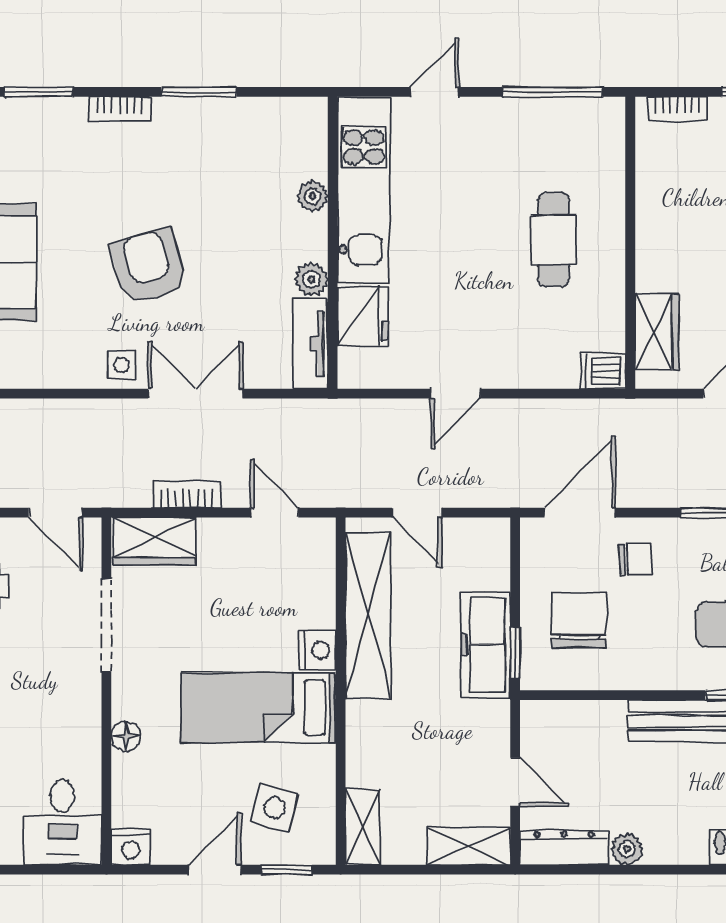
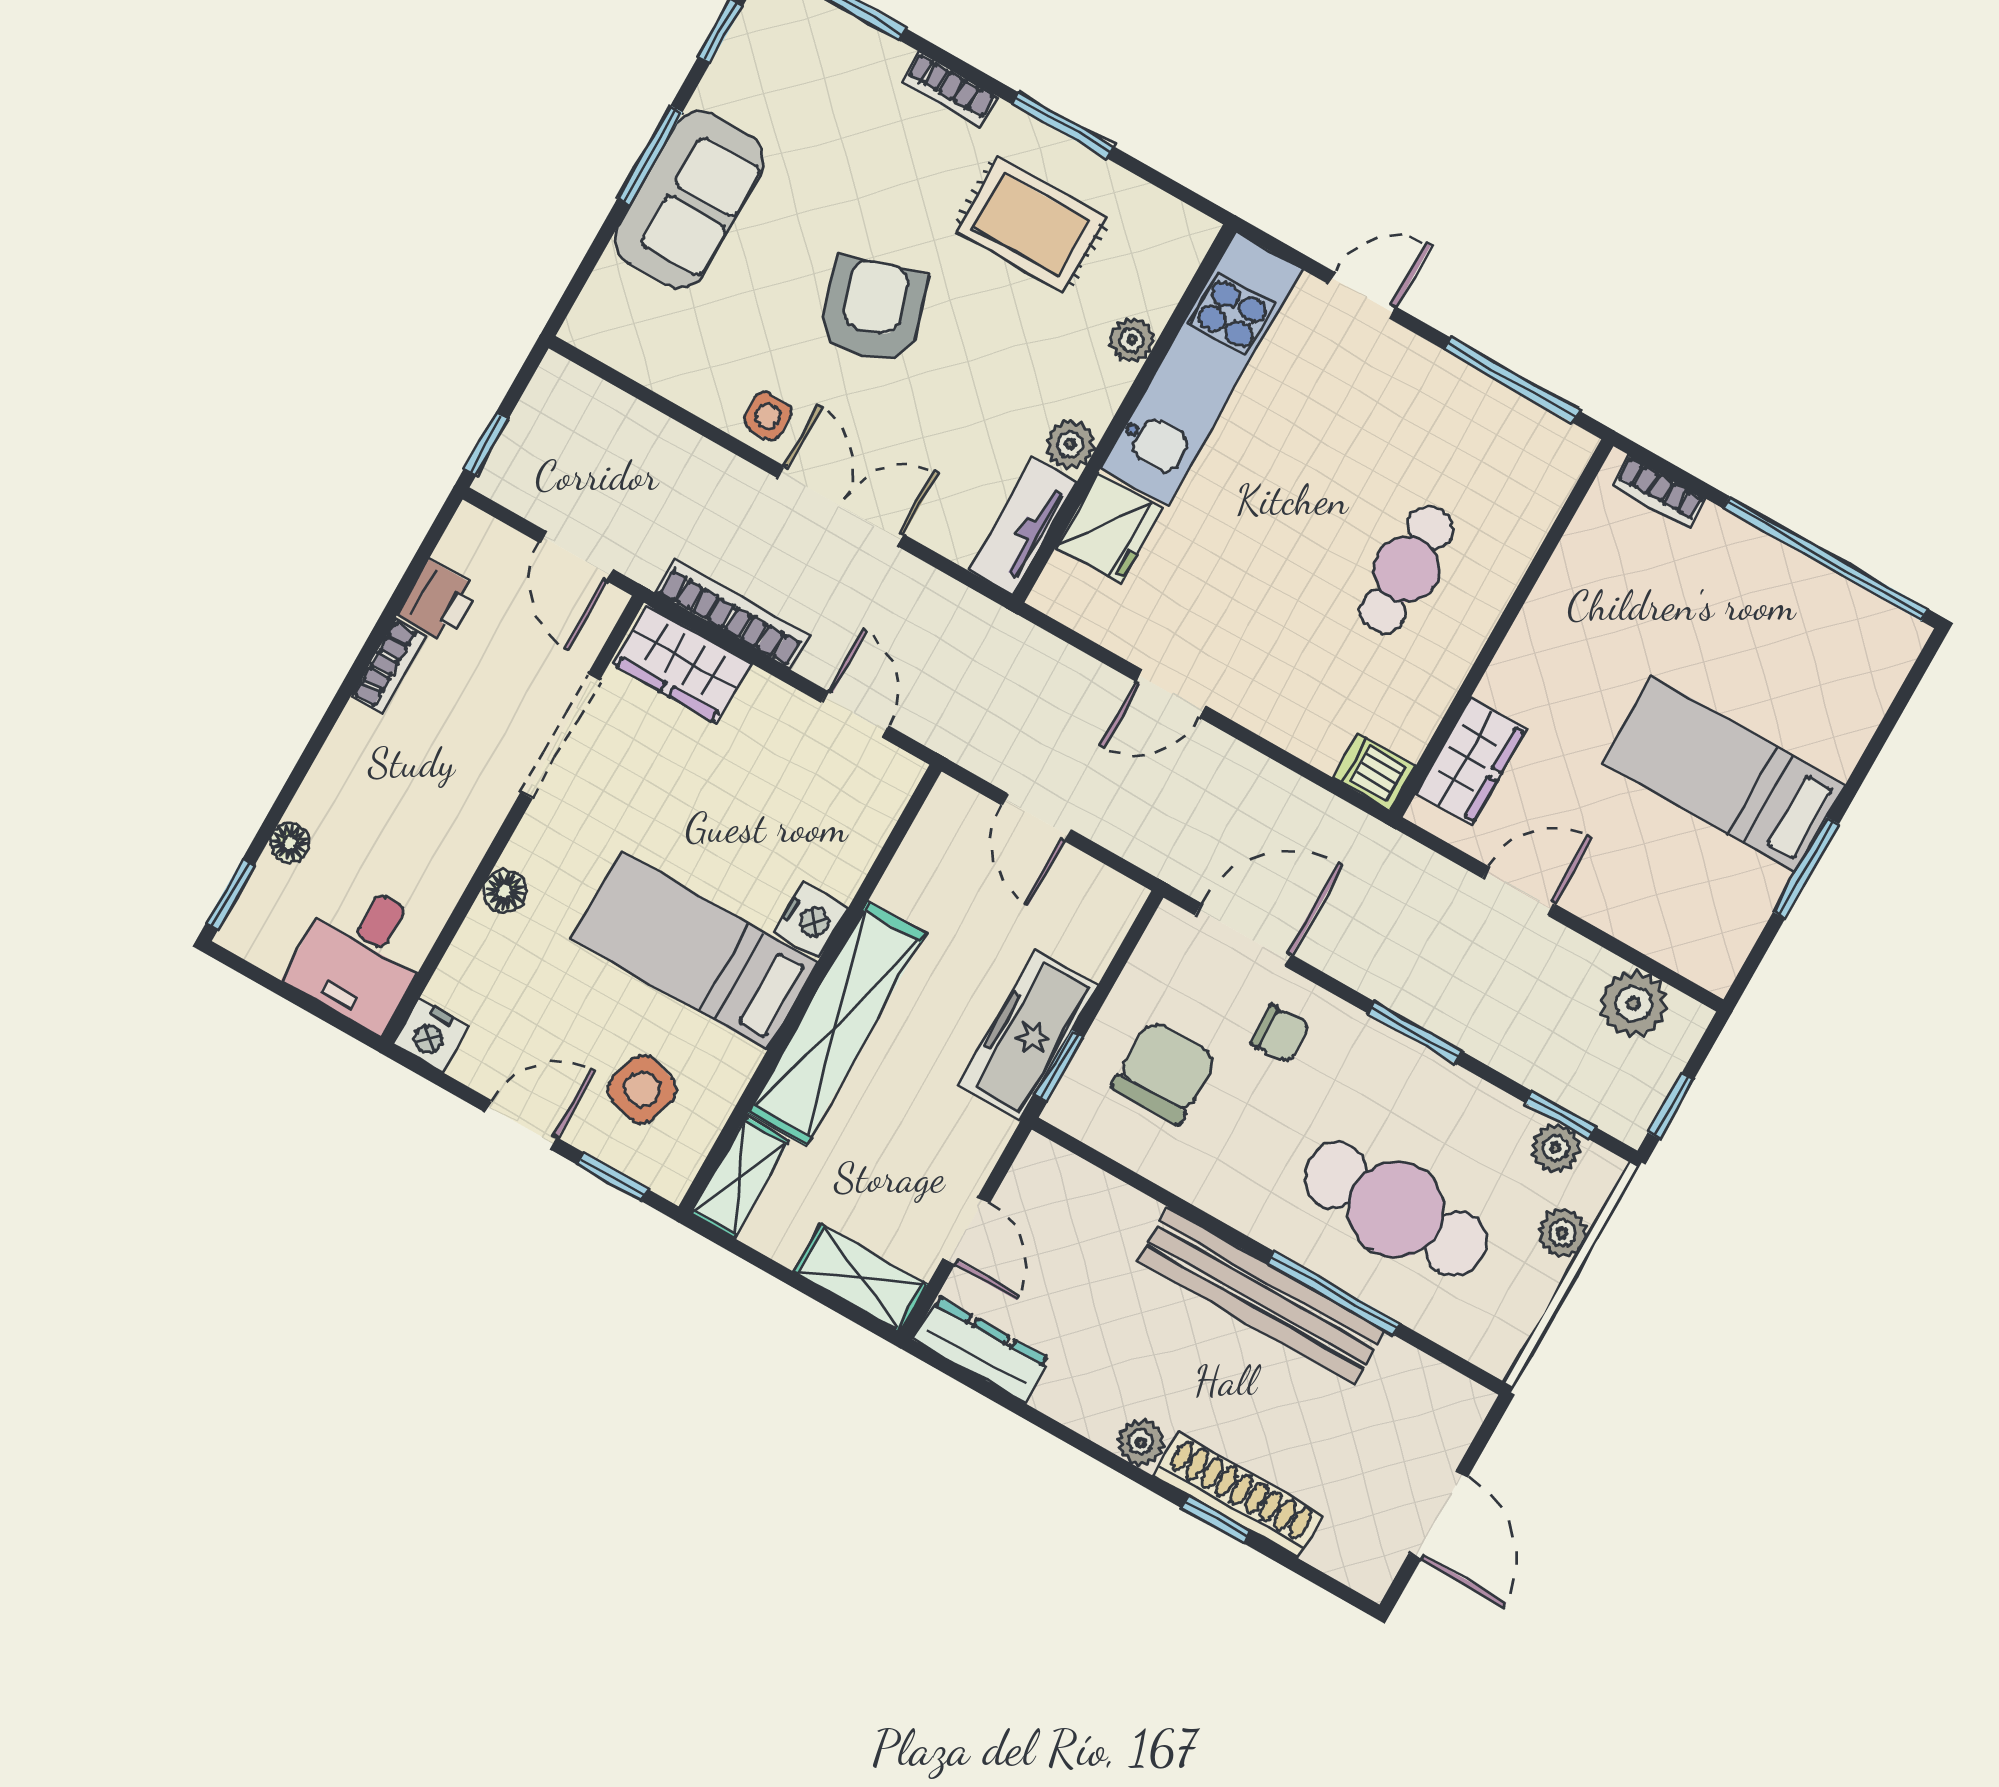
rug: (213, 162) -> (1031, 224), added
bookcase: (186, 494) -> (732, 614), width x1.56
shelving: (368, 615) -> (837, 1023), moved
plant: (627, 849) -> (1141, 1442), moved

